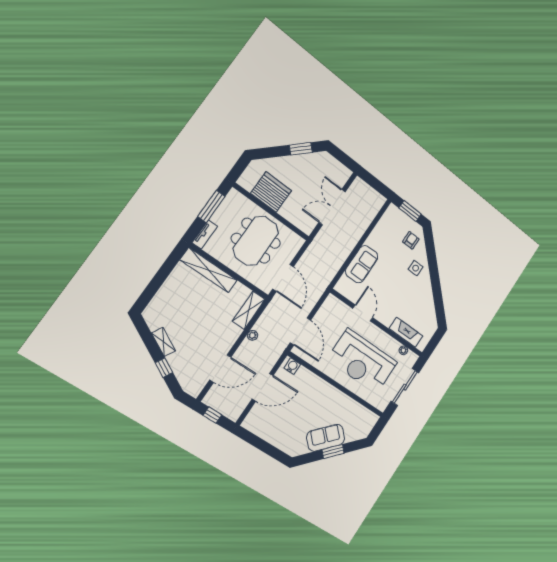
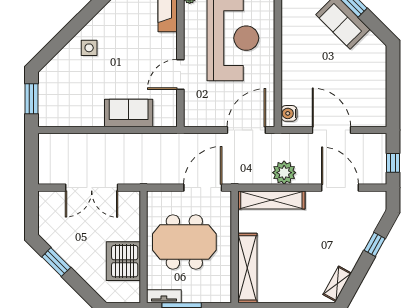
tv unit: (205, 234) -> (164, 296), moved
armchair: (411, 240) -> (63, 75), removed
shelving: (249, 310) -> (271, 200), width x1.47
plant: (253, 335) -> (284, 173), width x1.88, depth x1.88
shelving: (164, 342) -> (337, 284), moved

